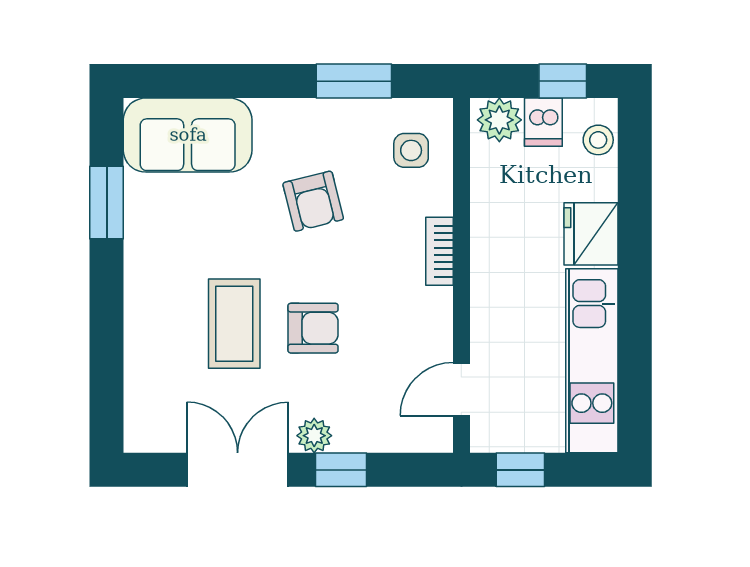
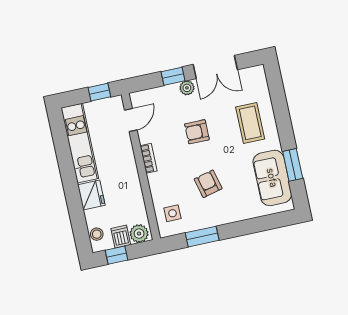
sofa: (188, 135) -> (272, 178), moved, turned -90
bookcase: (439, 251) -> (148, 158), moved
coffee table: (234, 324) -> (250, 123), moved

